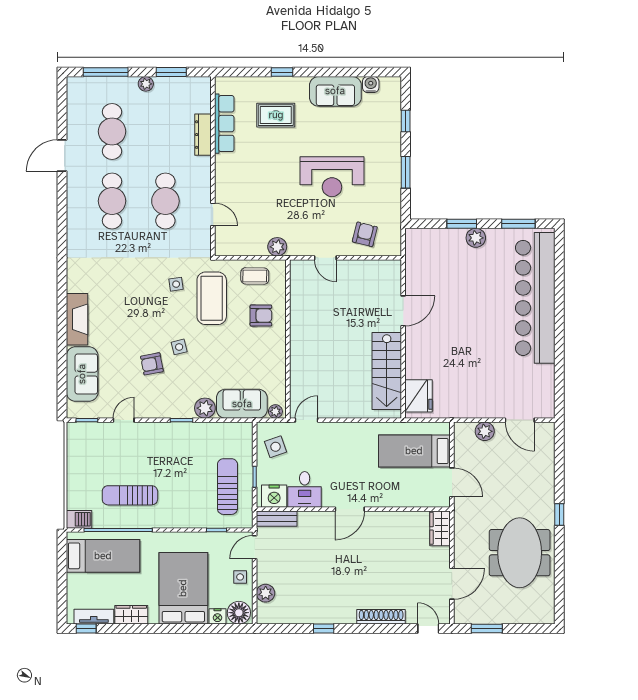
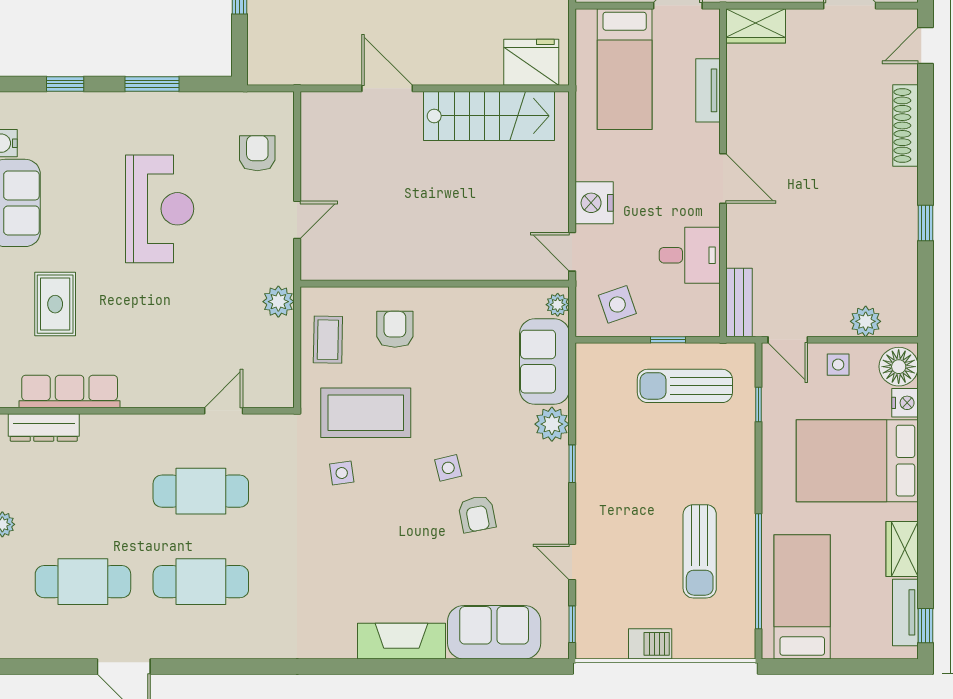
dresser: (203, 135) -> (44, 427), moved
armchair: (365, 234) -> (257, 153), turned 76
nightstand: (274, 496) -> (594, 203), moved, turned 180
tv unit: (402, 500) -> (708, 90), added
barbecue: (79, 519) -> (650, 644), moved, turned 90

